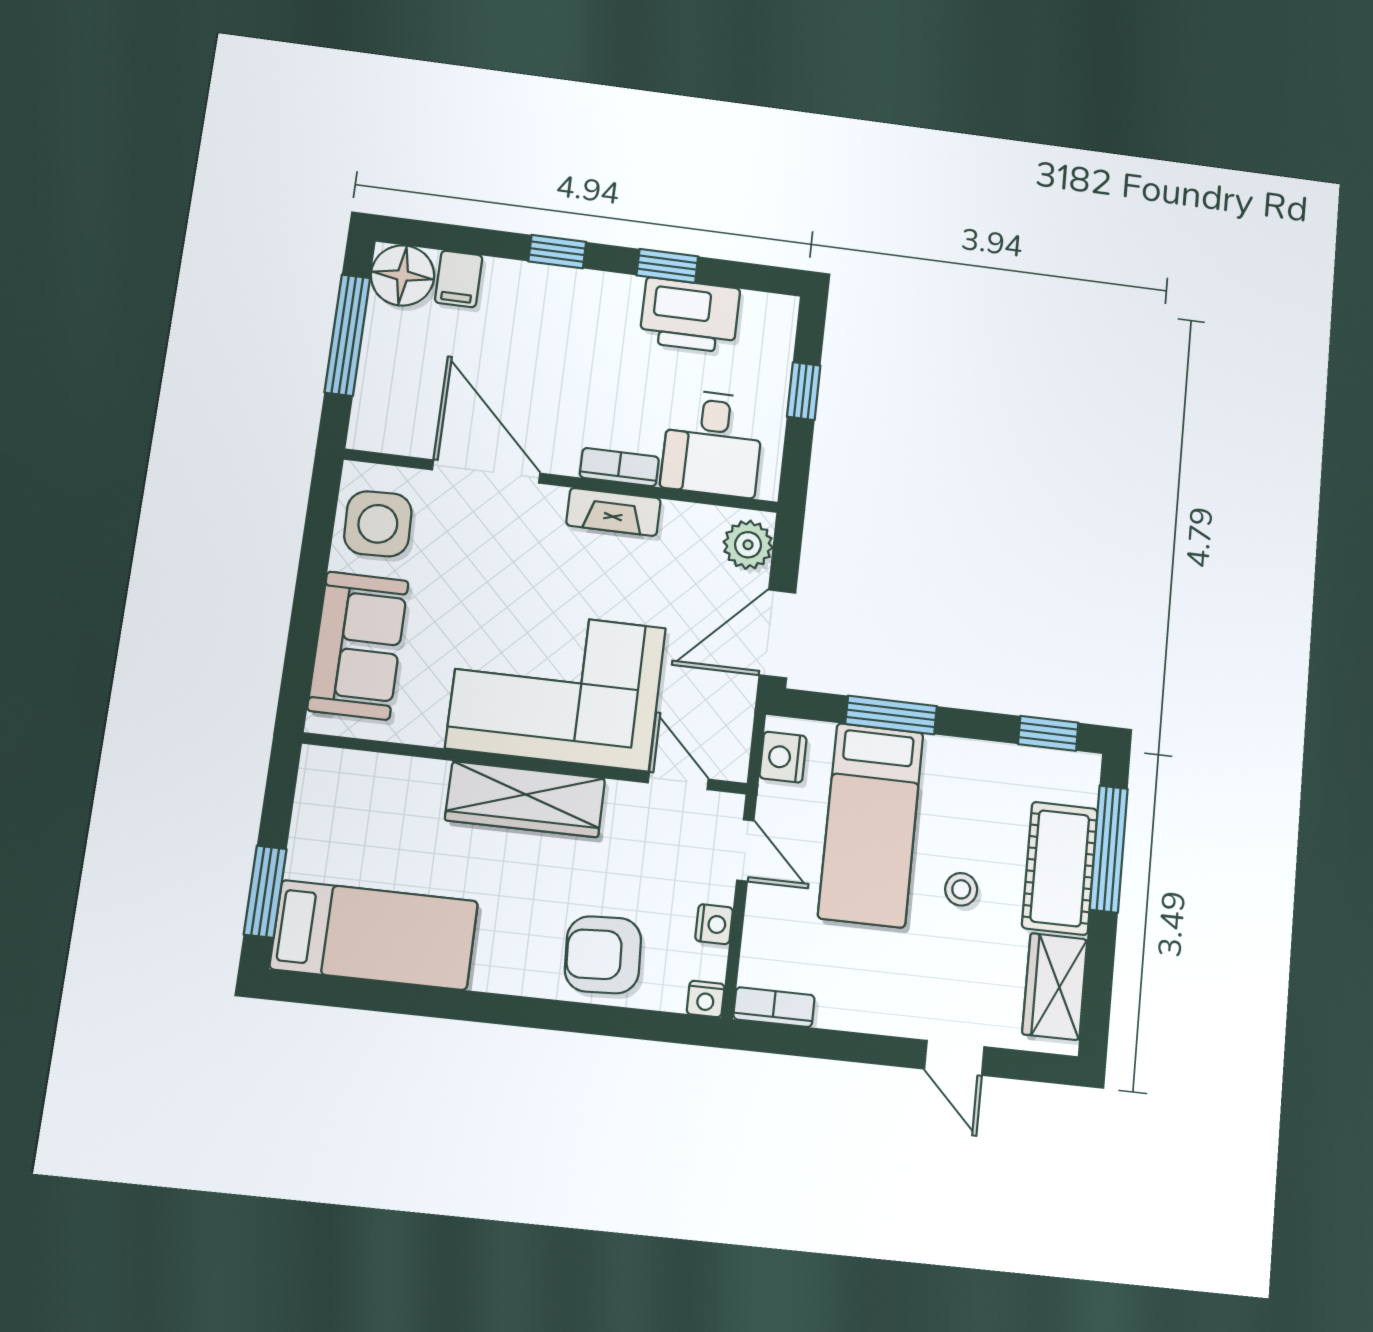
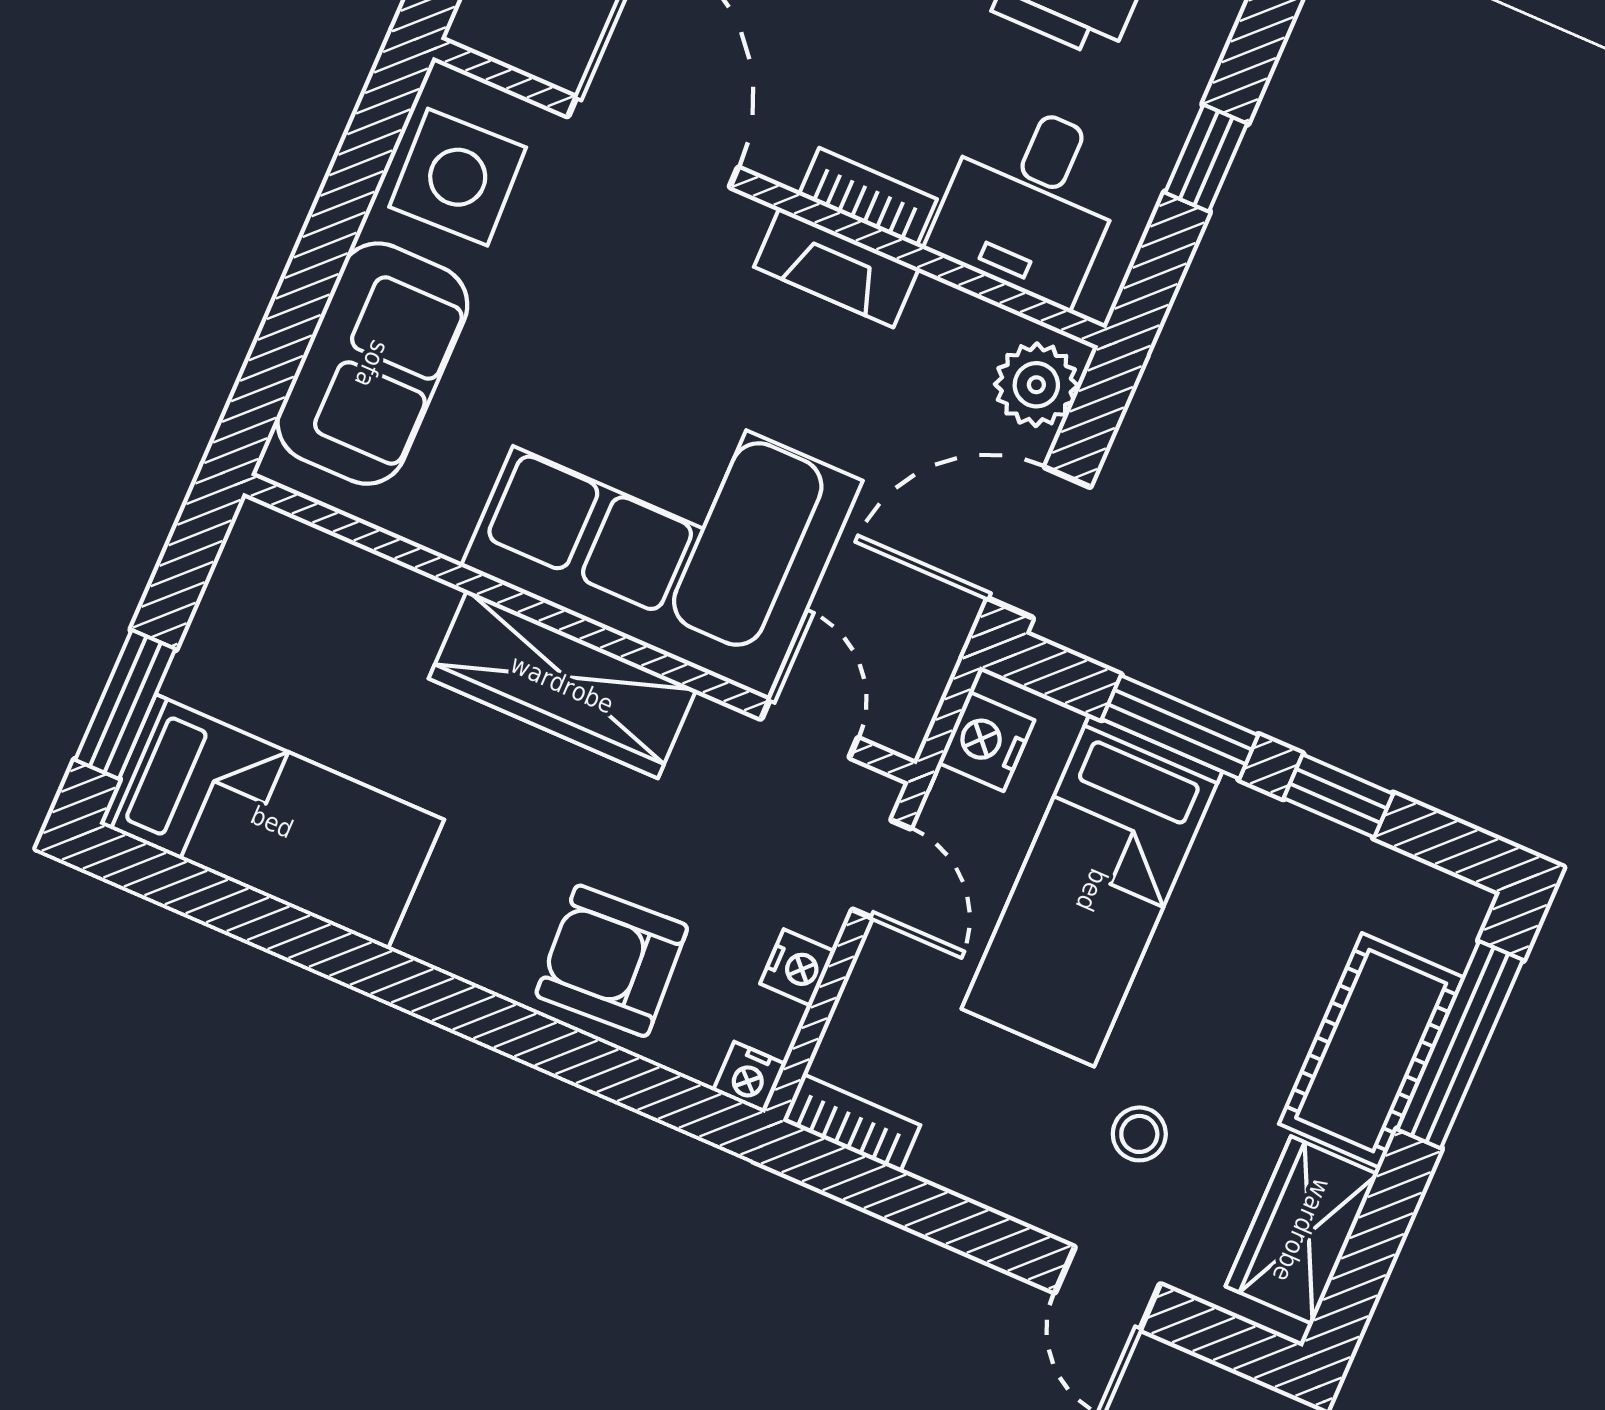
window: (1048, 733) -> (1338, 796), moved
stool: (961, 889) -> (1139, 1134), moved

